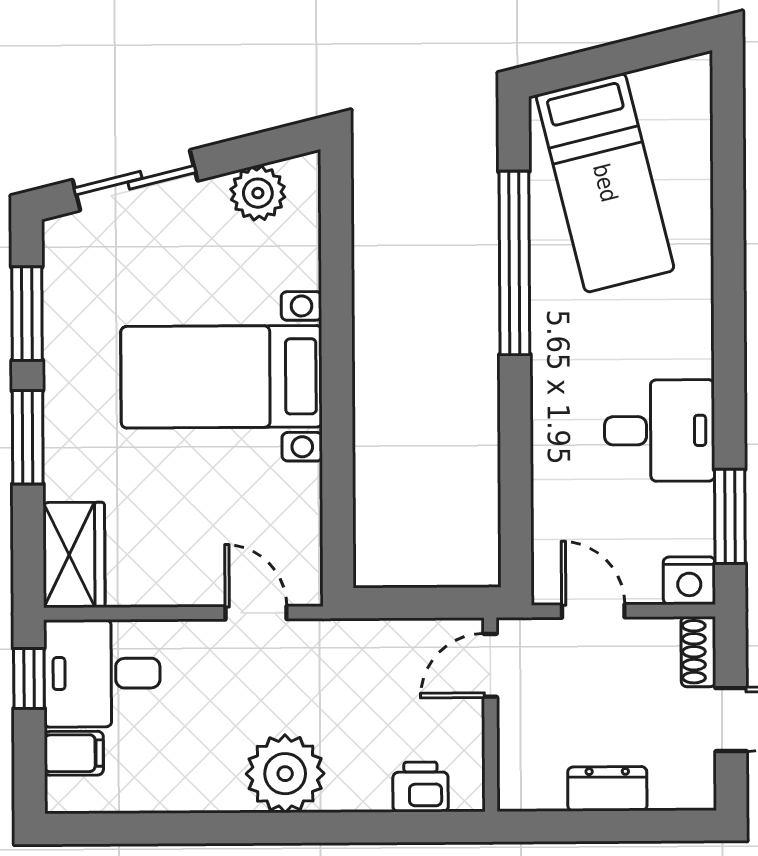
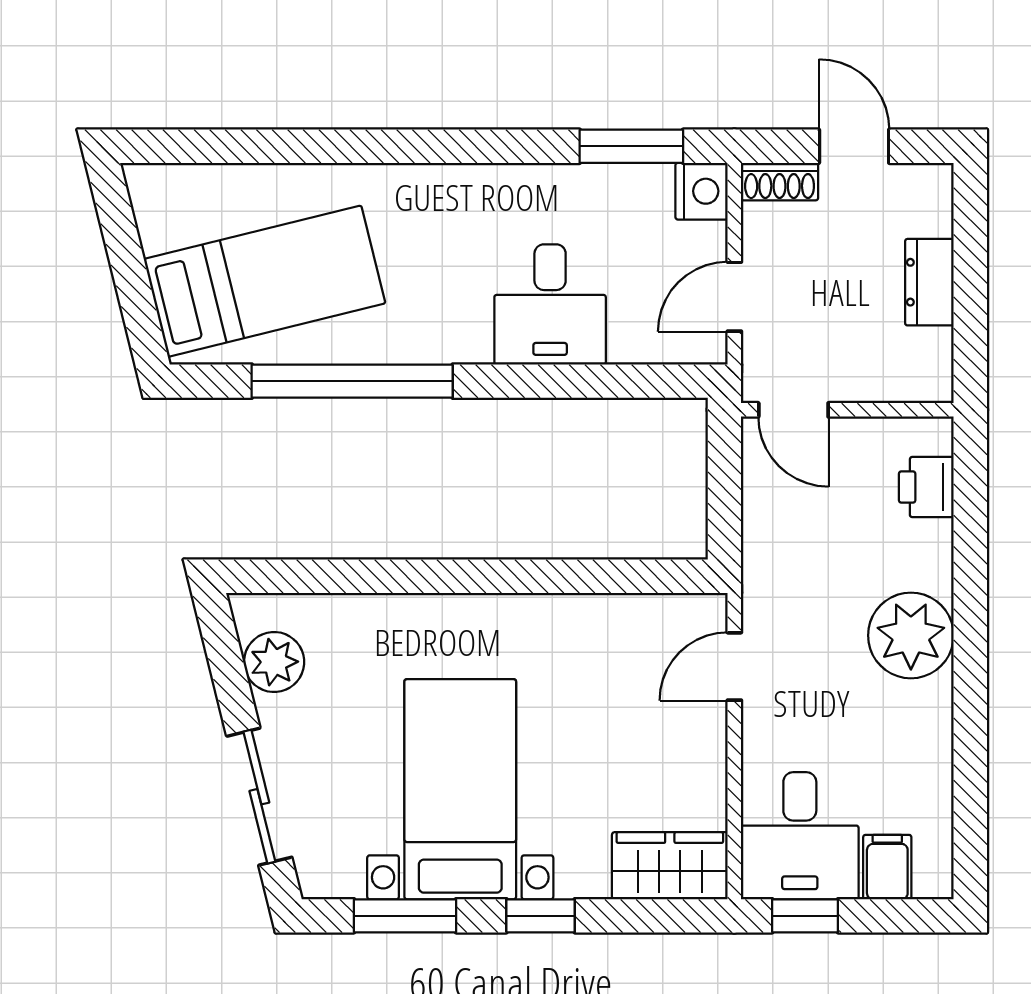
bed with nightstands: (222, 377) -> (460, 789), moved, turned 180
desk: (660, 431) -> (550, 304), moved, turned 180
window: (28, 437) -> (541, 916), width x0.67

